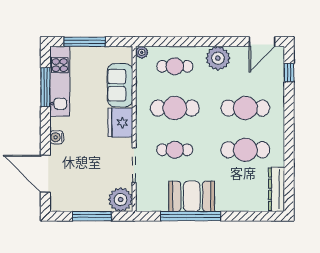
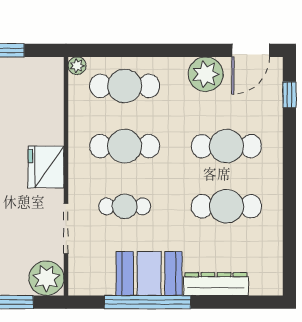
plant: (218, 58) -> (206, 74), moved
cafe table: (175, 66) -> (125, 86), width x1.37, depth x1.35
sofa: (120, 85) -> (46, 113), removed
dresser: (277, 189) -> (216, 284), moved, turned 90

